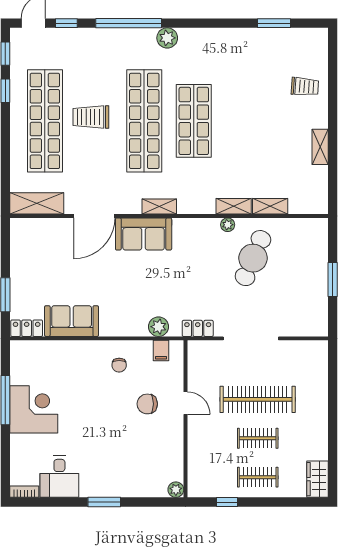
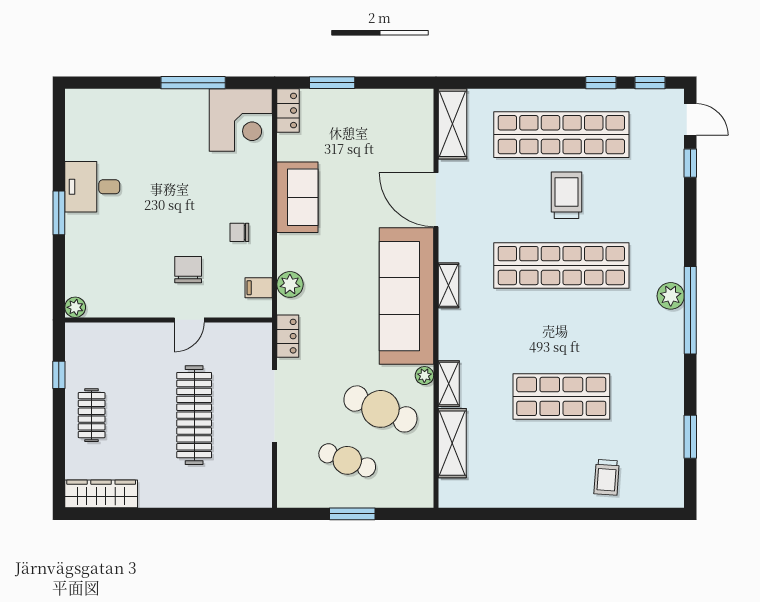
window: (129, 23) -> (690, 310), moved
shop shelf: (194, 121) -> (561, 396), moved
shelving: (320, 147) -> (527, 497), removed
shelving: (270, 206) -> (452, 443), width x1.50, depth x1.33
sofa: (144, 234) -> (406, 296), width x1.85, depth x1.27
cafe table: (292, 283) -> (347, 460), added
sofa: (72, 321) -> (297, 197), moved
corner desk: (34, 409) -> (241, 120), moved
clothes rail: (258, 438) -> (143, 415), removed
desk: (59, 477) -> (92, 187), moved
wardrobe: (317, 479) -> (101, 494), width x1.50
bookcase: (24, 492) -> (72, 108), removed

